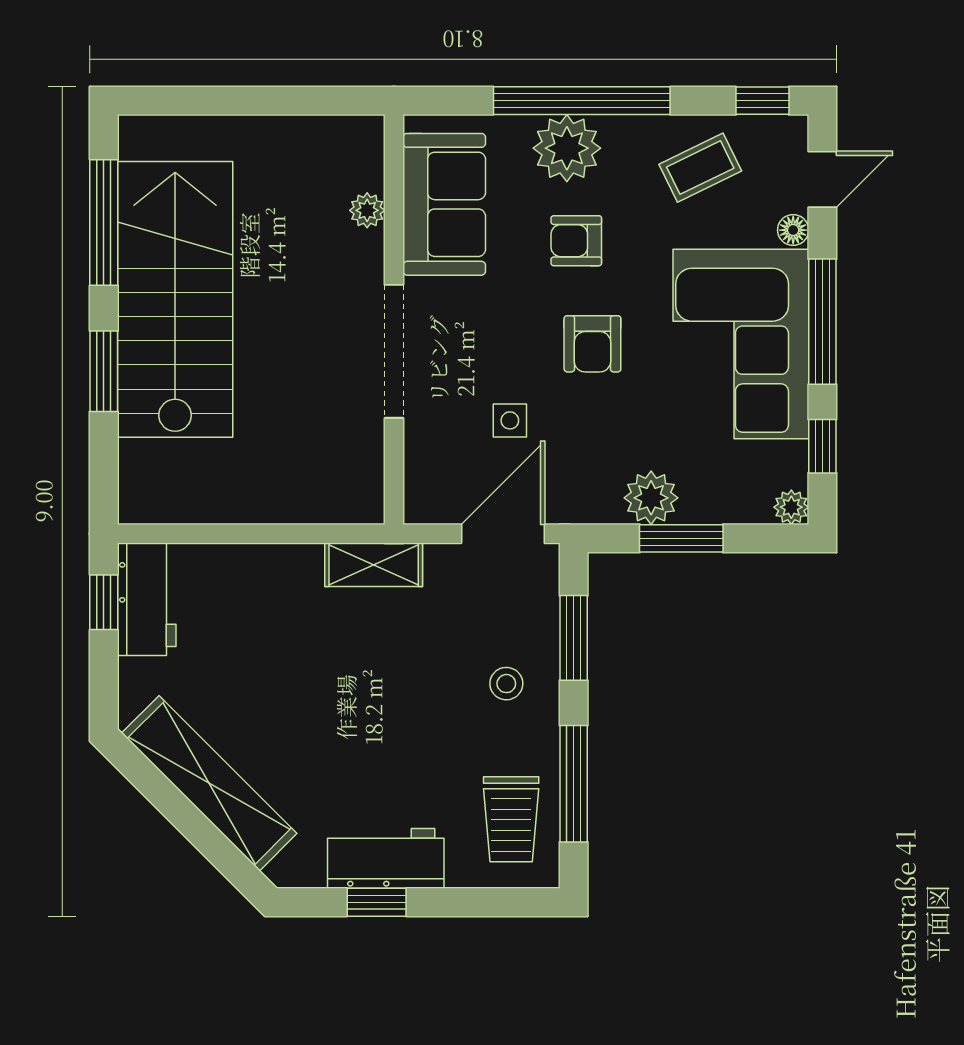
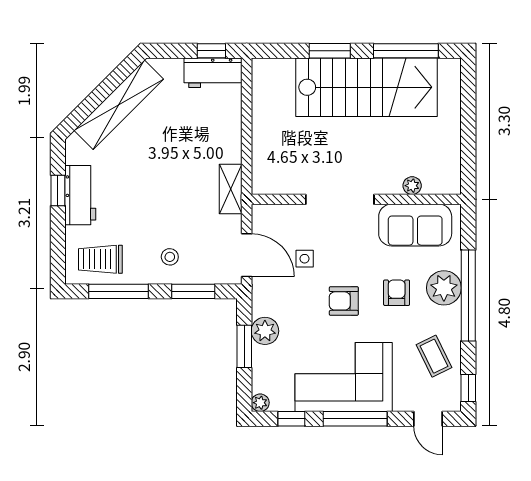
floor lamp: (793, 230) -> (402, 404), removed

